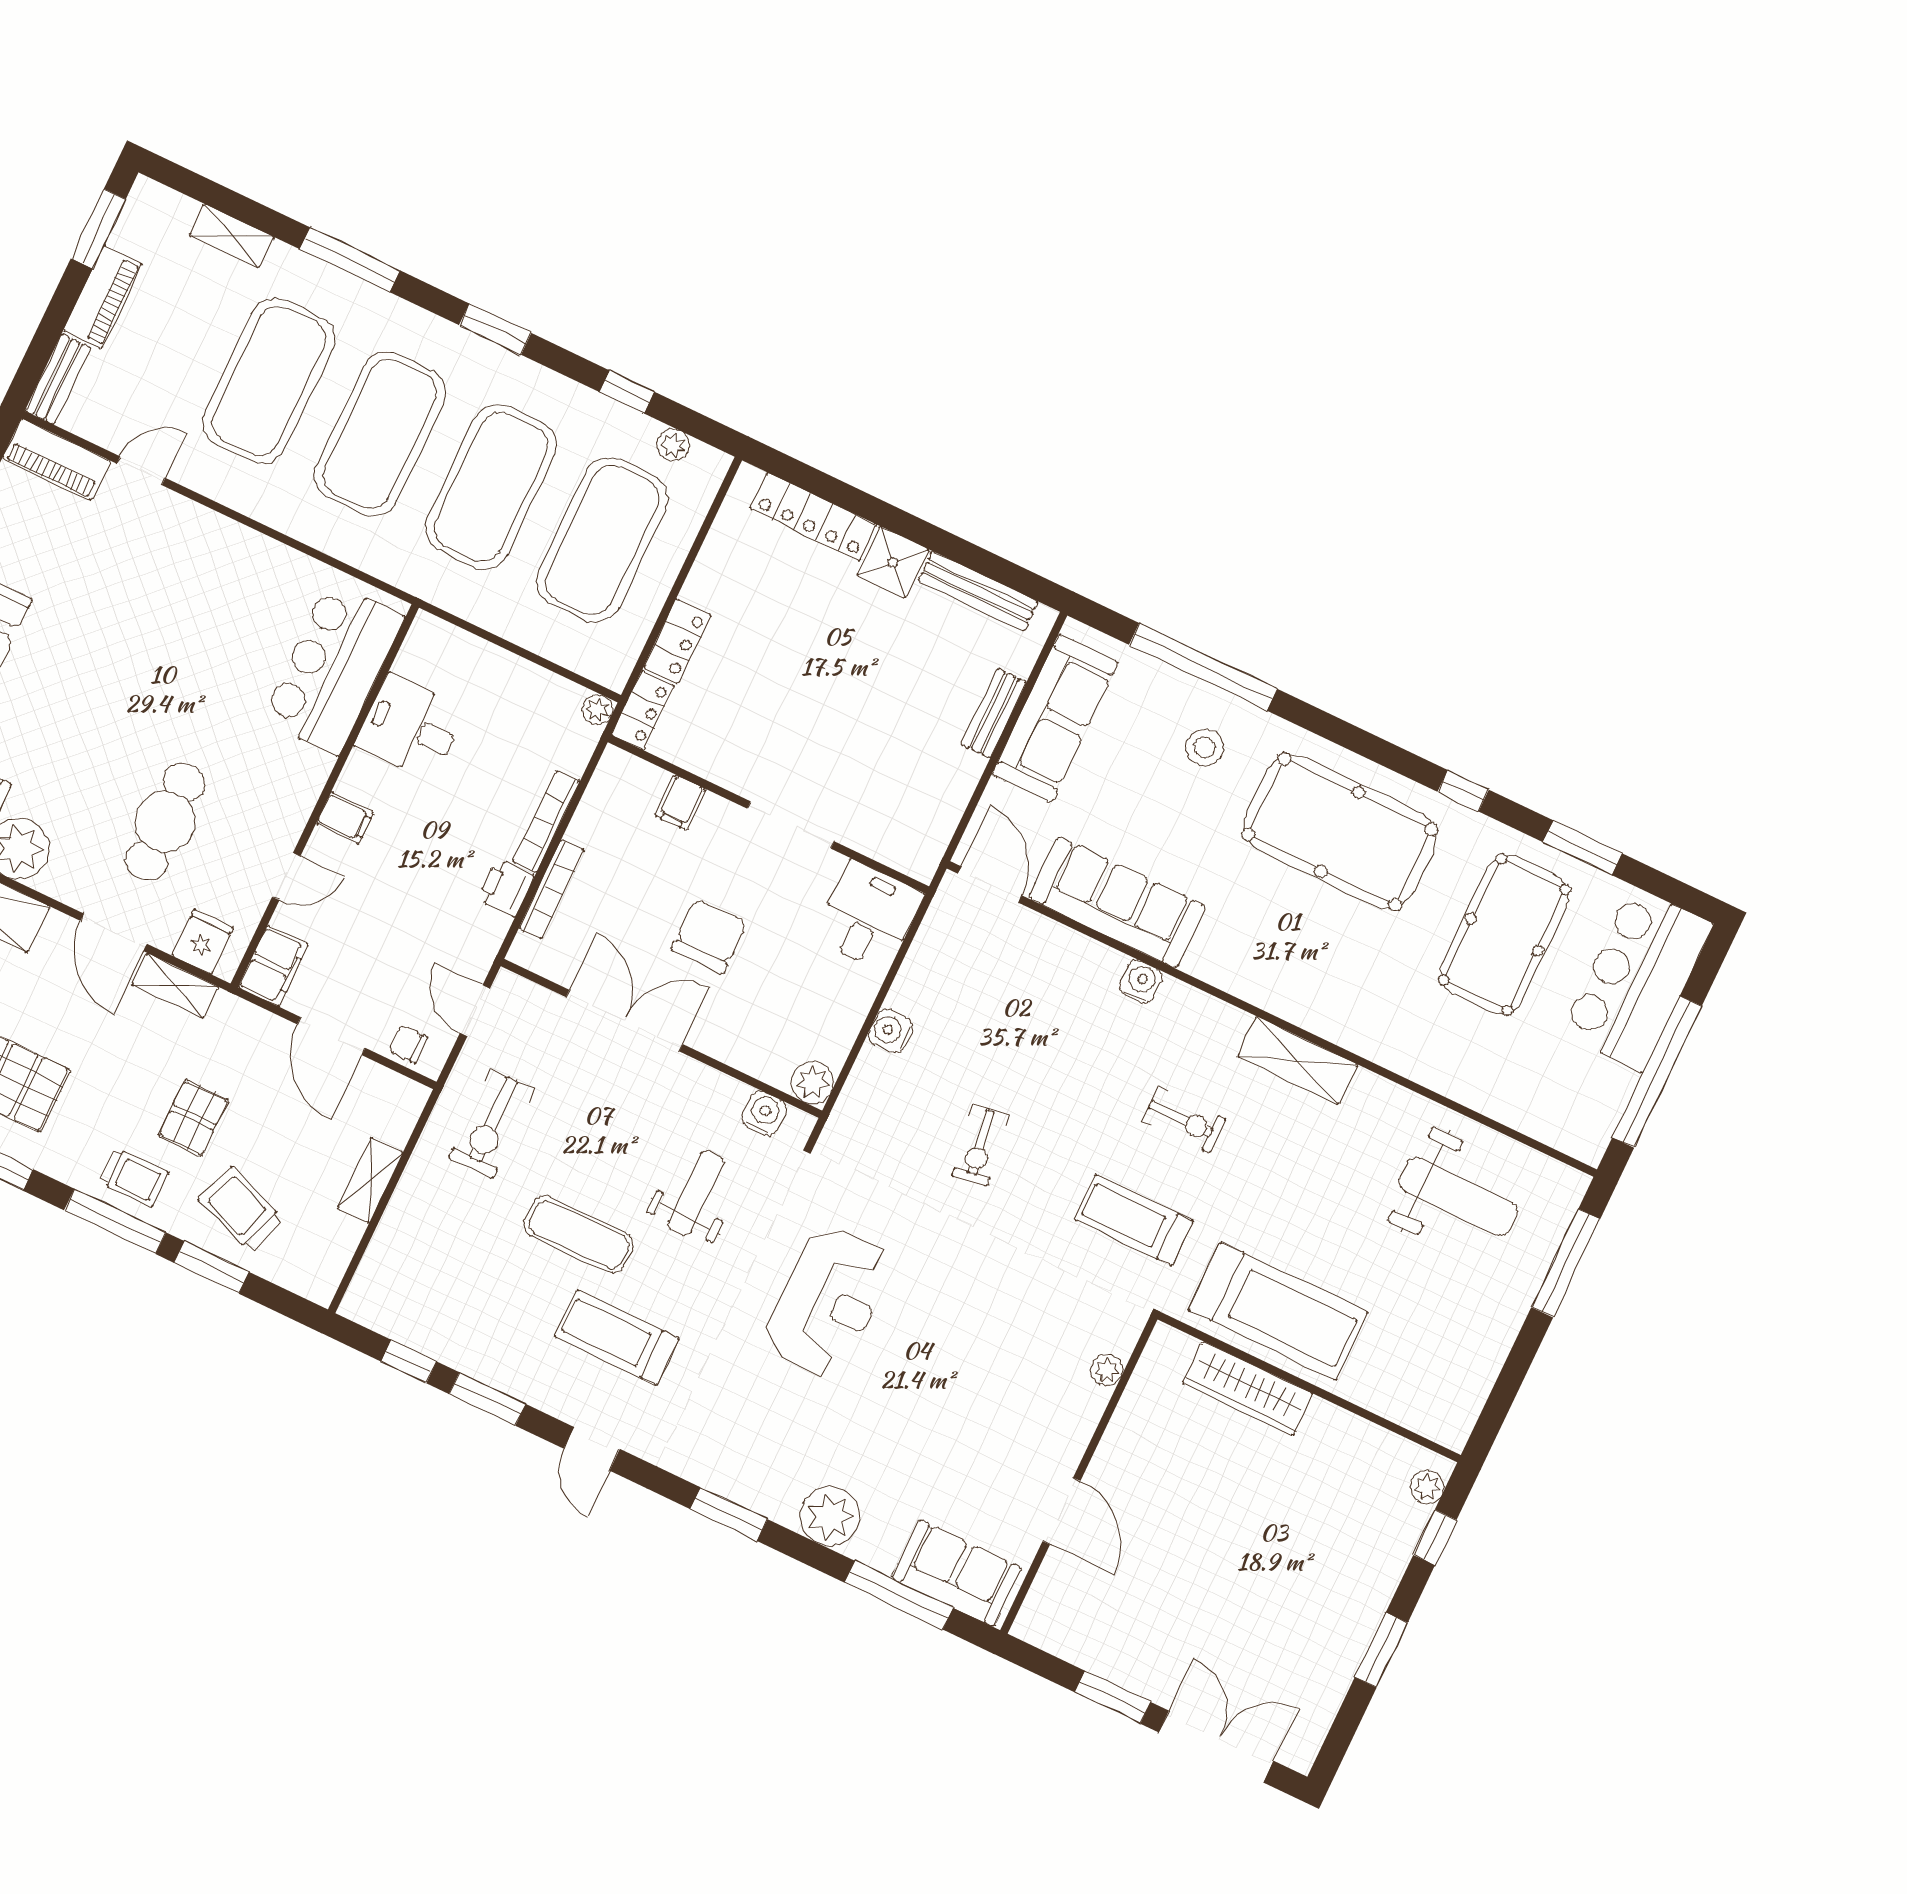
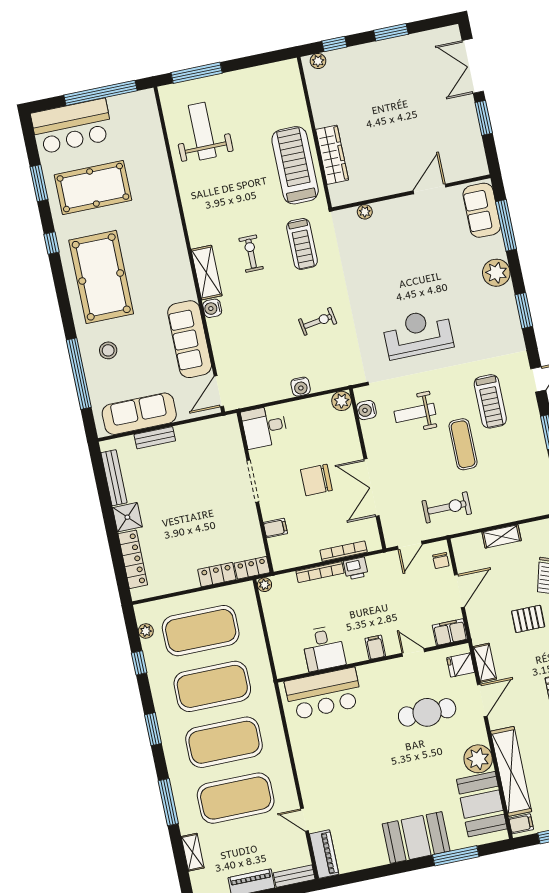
shelving: (1297, 1060) -> (207, 273), moved

